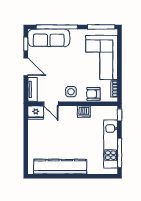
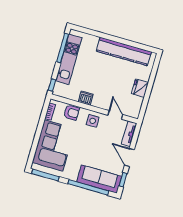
fridge: (36, 112) -> (140, 88), moved, turned -90

